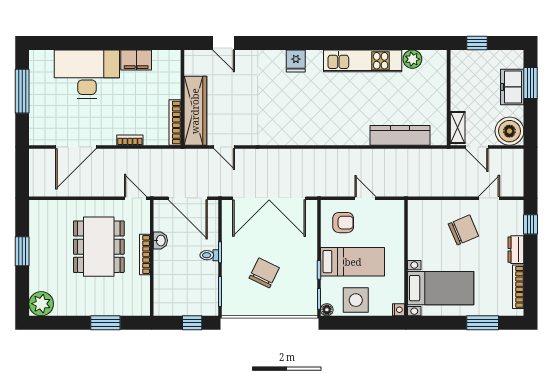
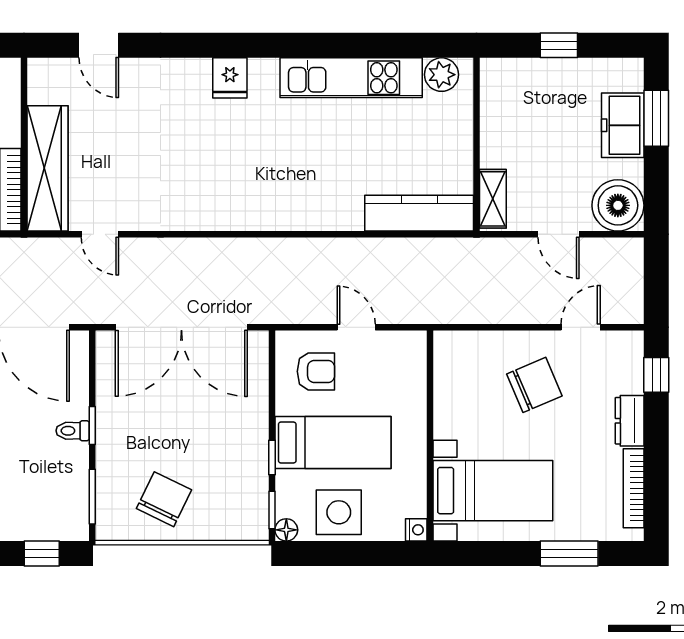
wall: (449, 98) -> (476, 144), moved
shelving: (458, 127) -> (493, 199), moved
chair: (264, 273) -> (164, 499), moved

